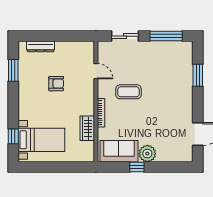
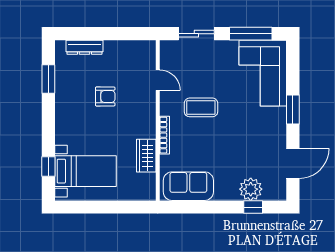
corner sofa: (175, 66) -> (263, 73), added
window: (198, 75) -> (293, 109), moved
plant: (147, 154) -> (251, 189), moved
window: (137, 167) -> (253, 207), moved

